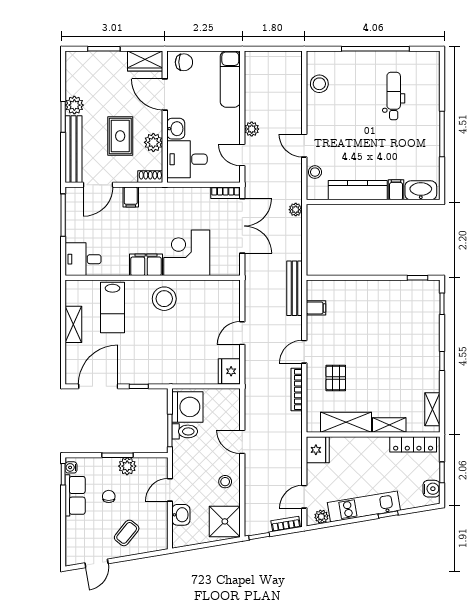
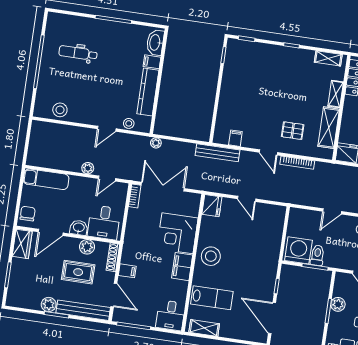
shoe rack: (150, 177) -> (113, 257), width x1.43
shelving: (73, 324) -> (204, 328), moved
fridge: (229, 371) -> (212, 206), moved, turned -90

